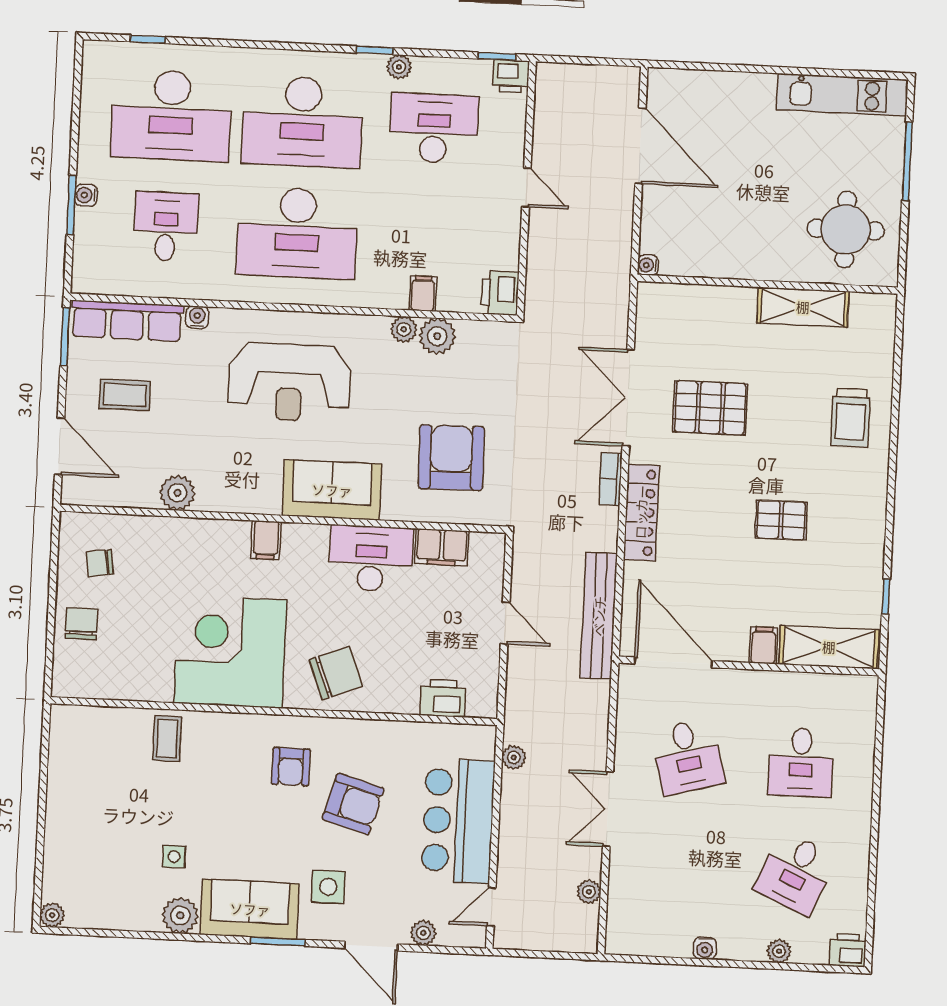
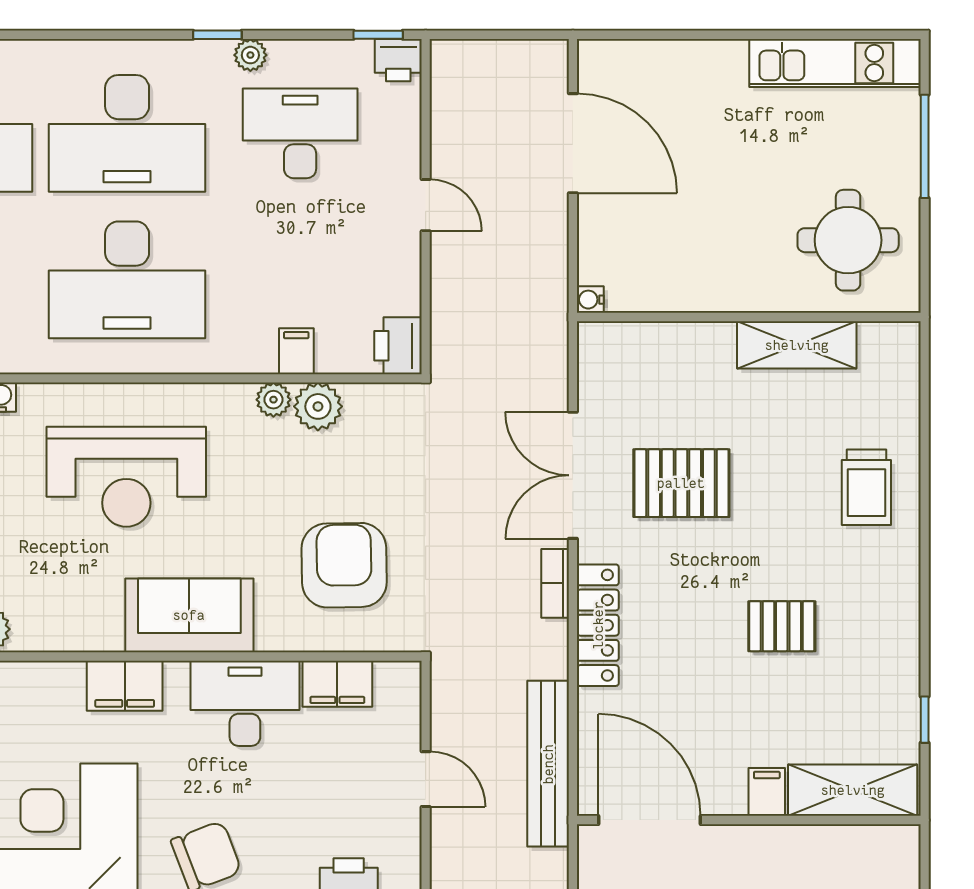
filing cabinet: (266, 540) -> (125, 686), width x2.00

